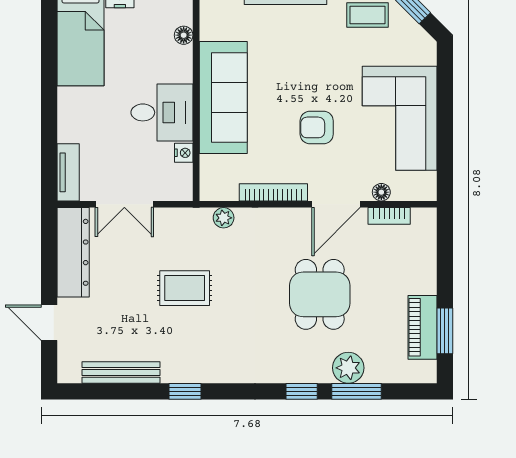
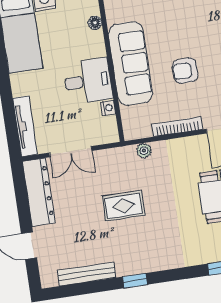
armchair: (317, 127) -> (185, 71), moved
tv unit: (68, 172) -> (25, 126), width x1.41

